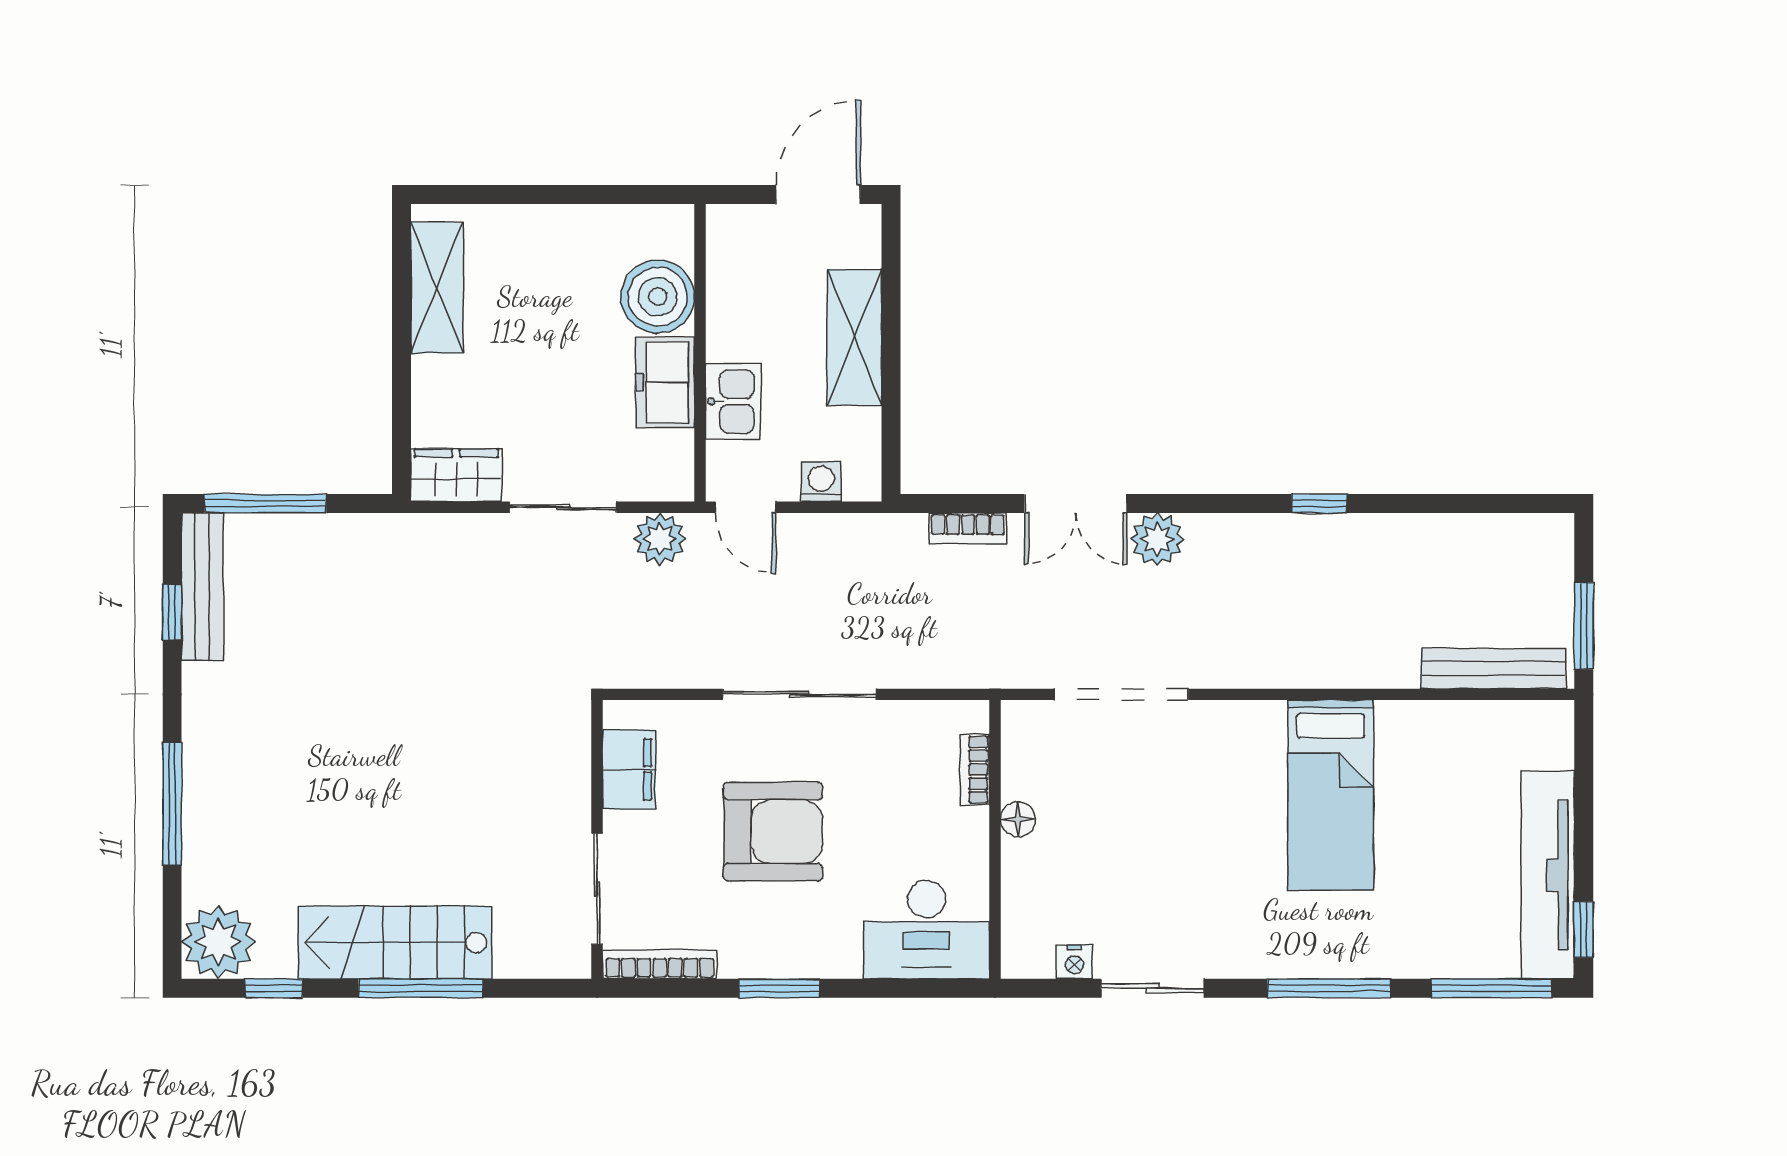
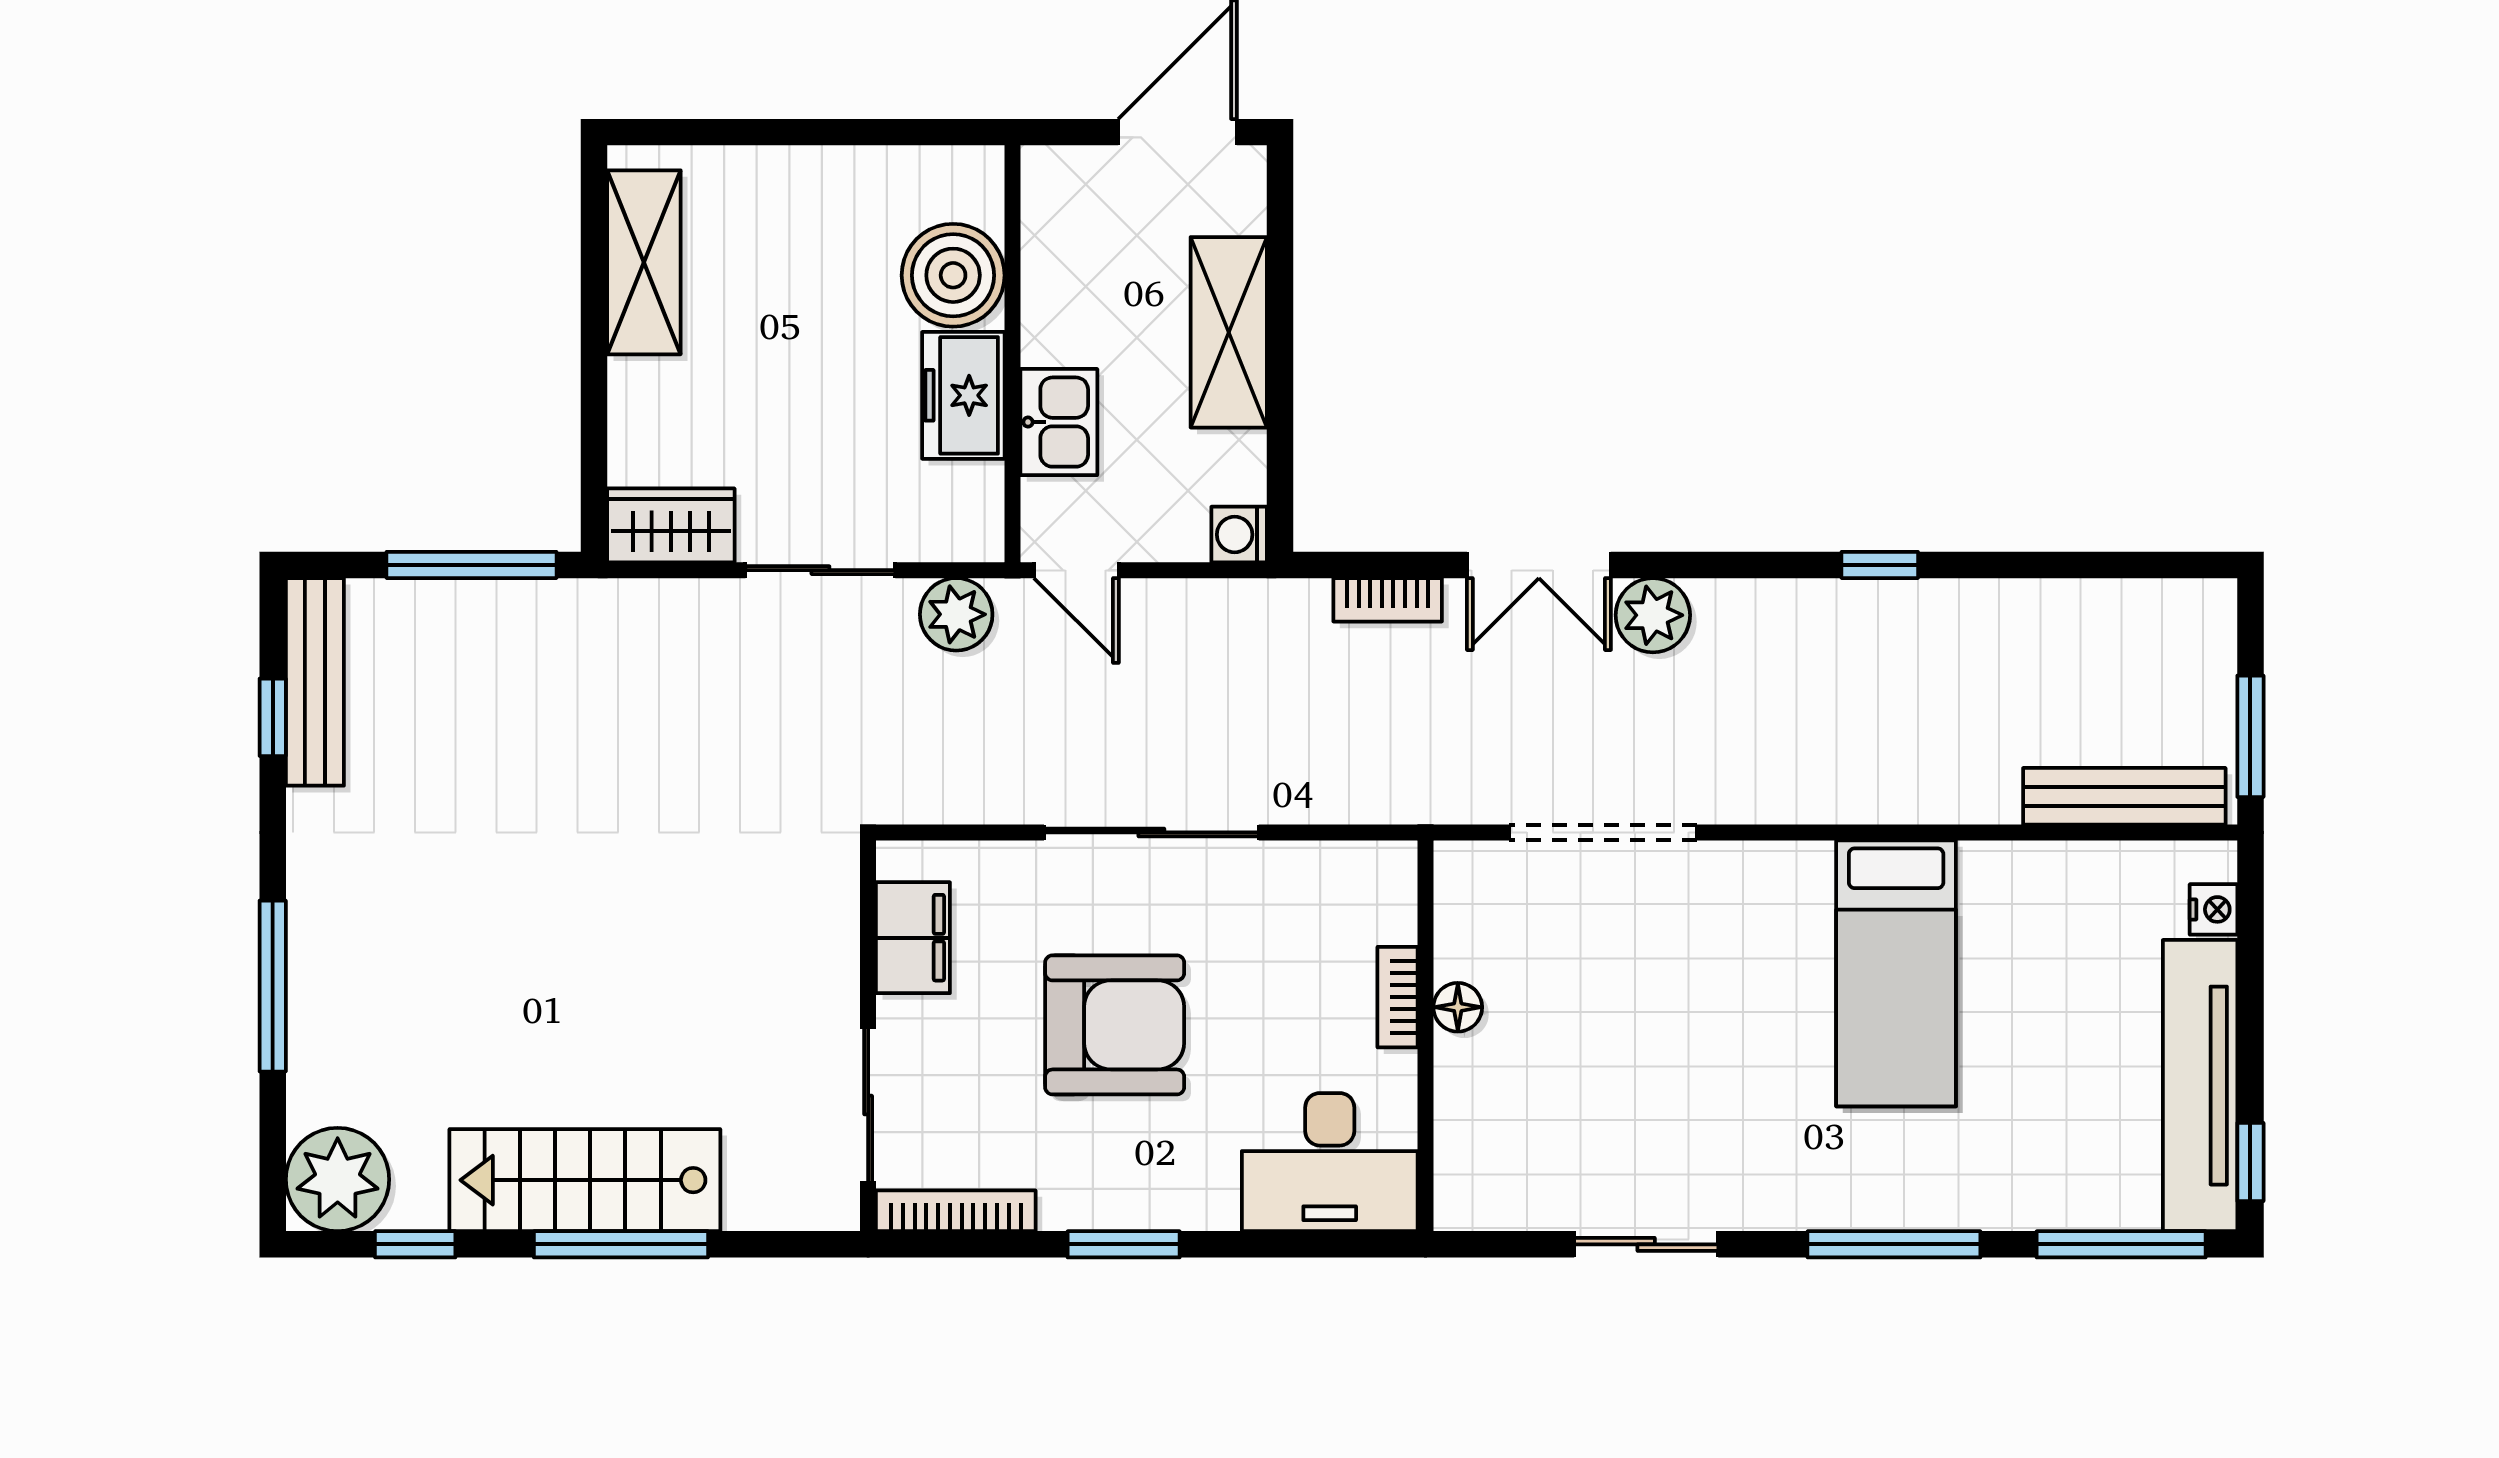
washing machine: (821, 482) -> (1239, 535), moved, turned -90
window: (265, 503) -> (472, 565), moved
bookcase: (975, 770) -> (1398, 997), moved
nightstand: (1074, 962) -> (2214, 909), moved, turned -90

